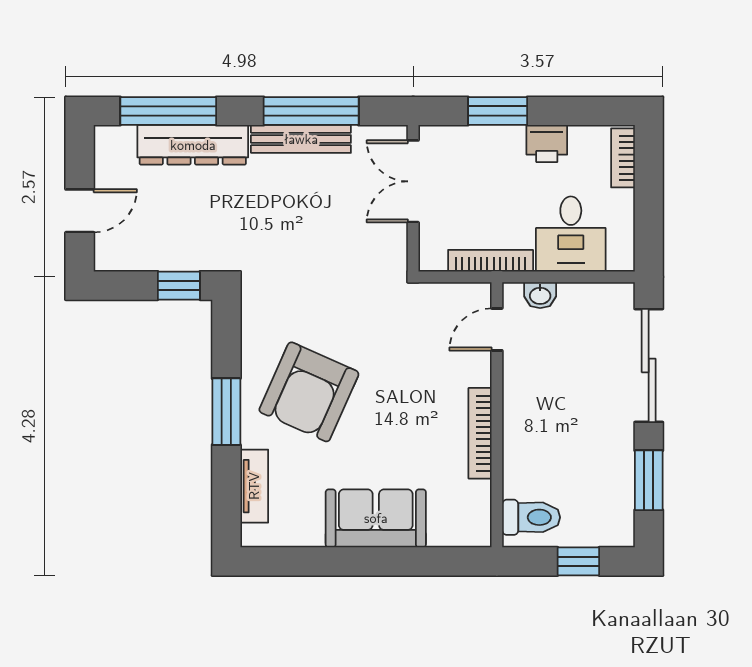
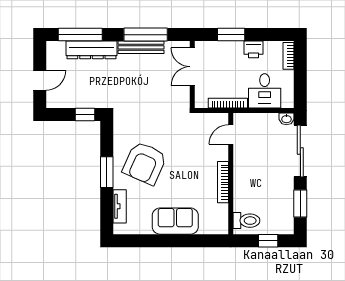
washbasin: (540, 295) -> (286, 119), moved

